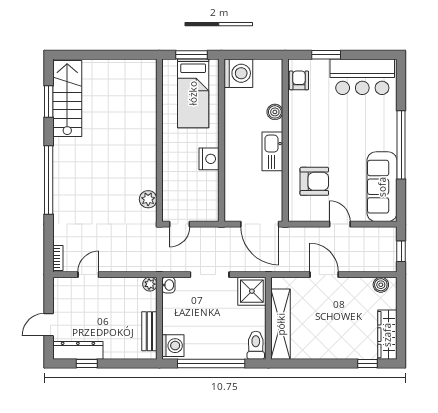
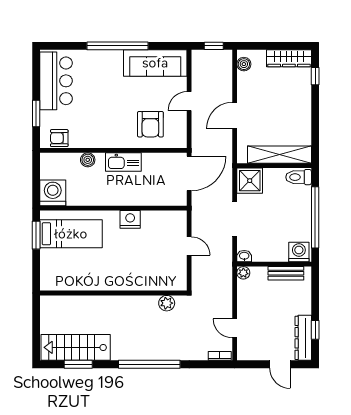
wall: (159, 140) -> (113, 293), moved
armchair: (314, 181) -> (150, 124), turned 180
plant: (148, 199) -> (167, 303), moved

